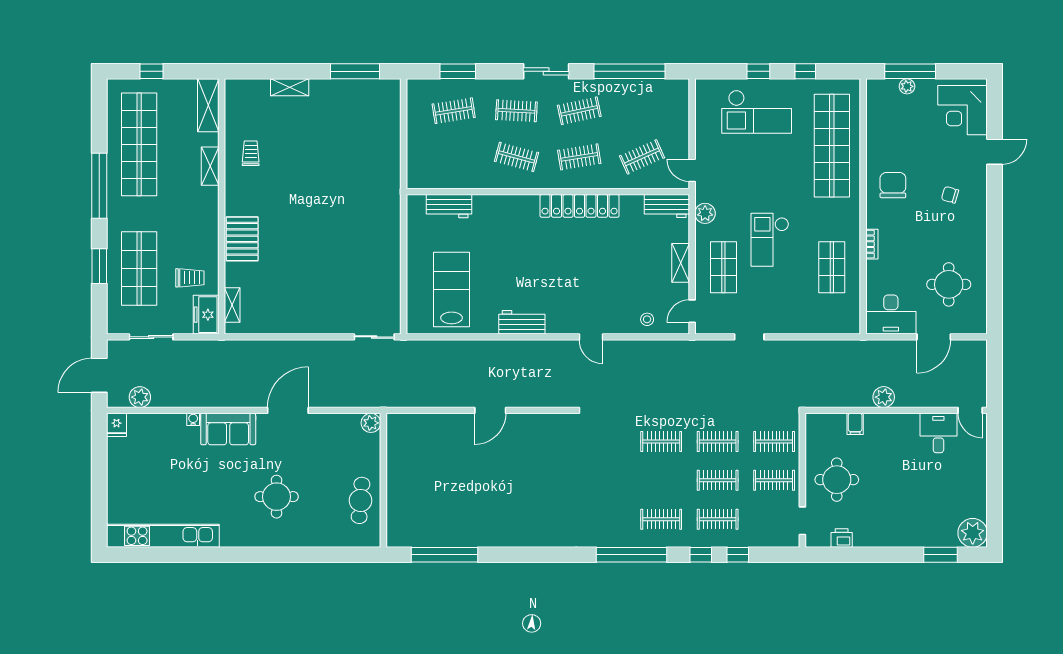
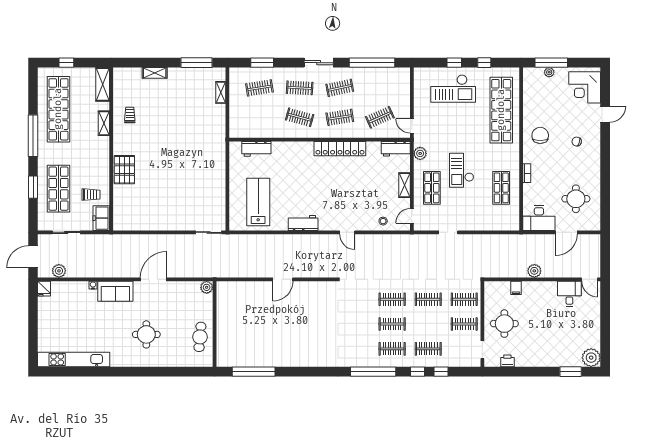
shelving: (232, 305) -> (221, 92), moved
clothes rail: (718, 480) -> (392, 324), moved

